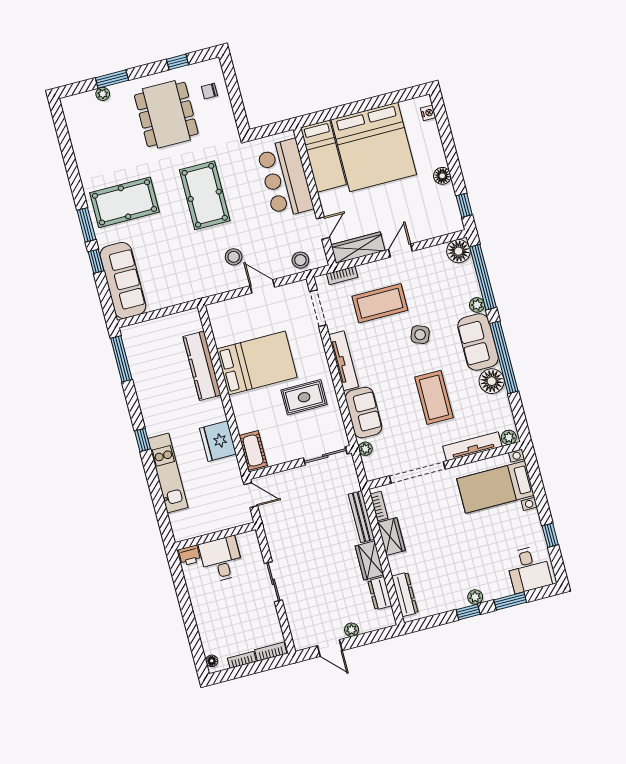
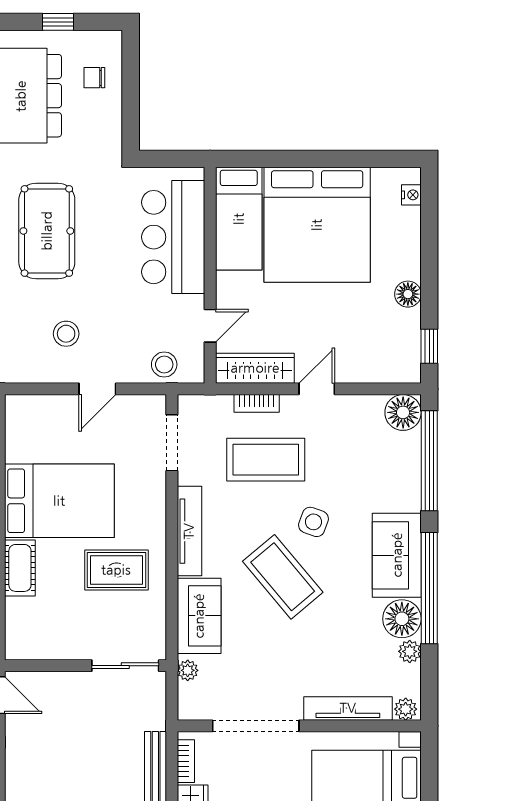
bookcase: (342, 275) -> (257, 403), moved
door: (262, 286) -> (97, 389), swing flipped
plant: (477, 305) -> (410, 651), moved
coffee table: (434, 397) -> (283, 577), moved, turned -40
cot: (253, 451) -> (20, 568), moved

